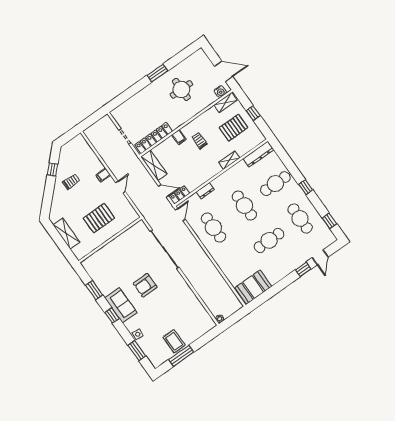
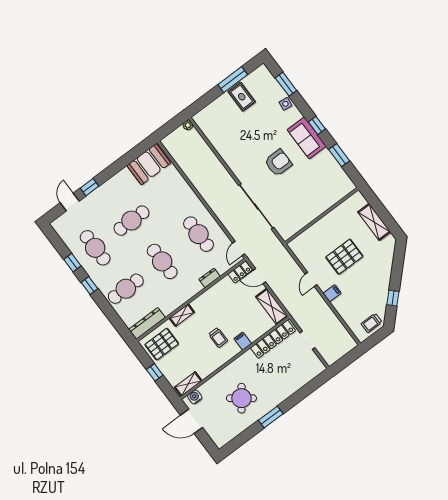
round table: (181, 89) -> (241, 398), turned 37
pallet: (234, 128) -> (162, 344), moved
trolley: (71, 182) -> (372, 323), moved
pallet: (99, 218) -> (344, 257), moved
window: (329, 221) -> (72, 263), moved

